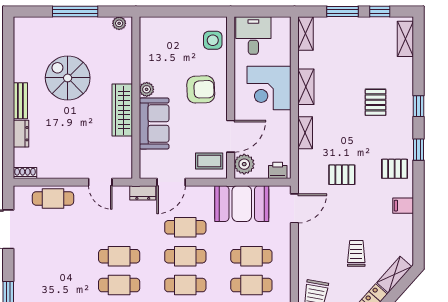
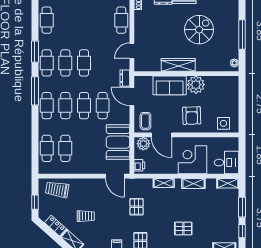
desk: (253, 36) -> (226, 163), moved
plant: (147, 89) -> (196, 85), width x1.88, depth x1.88
cafe table: (251, 256) -> (84, 148), removed

